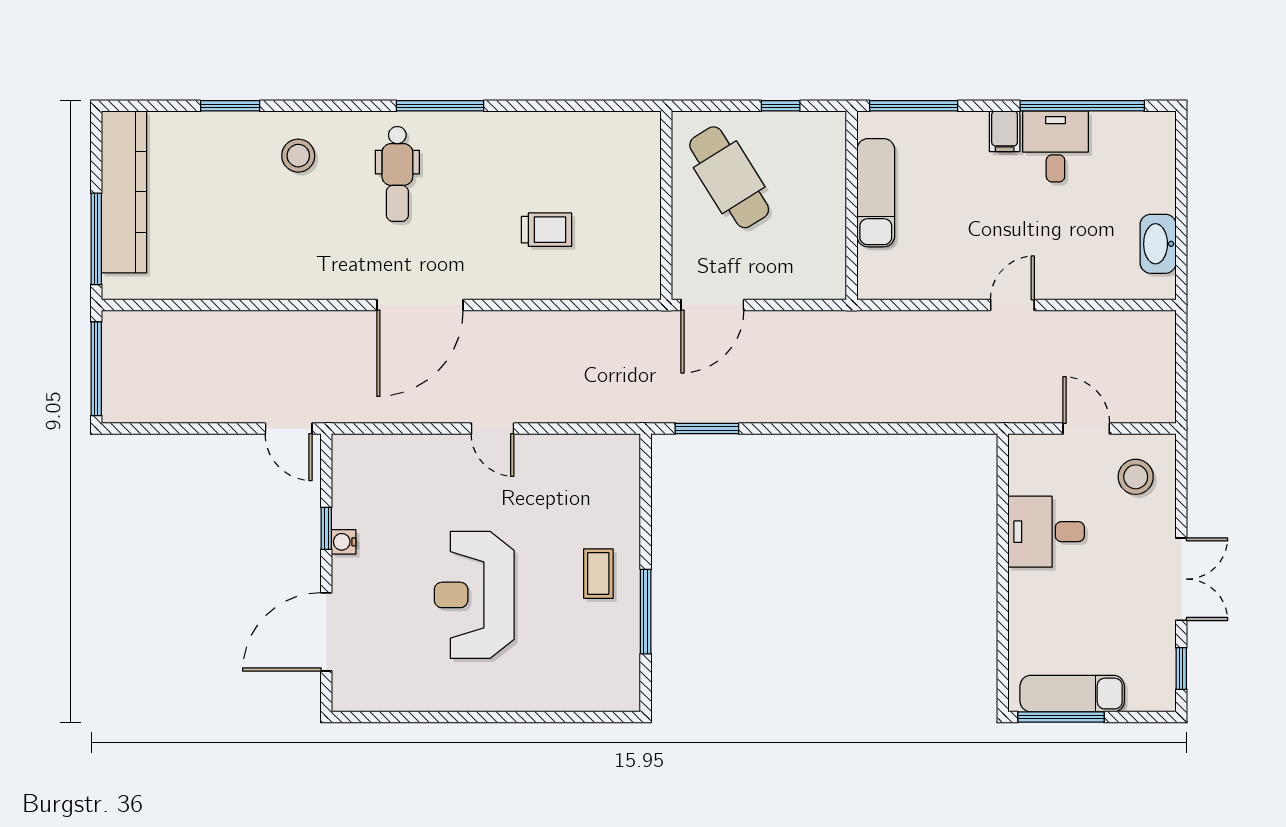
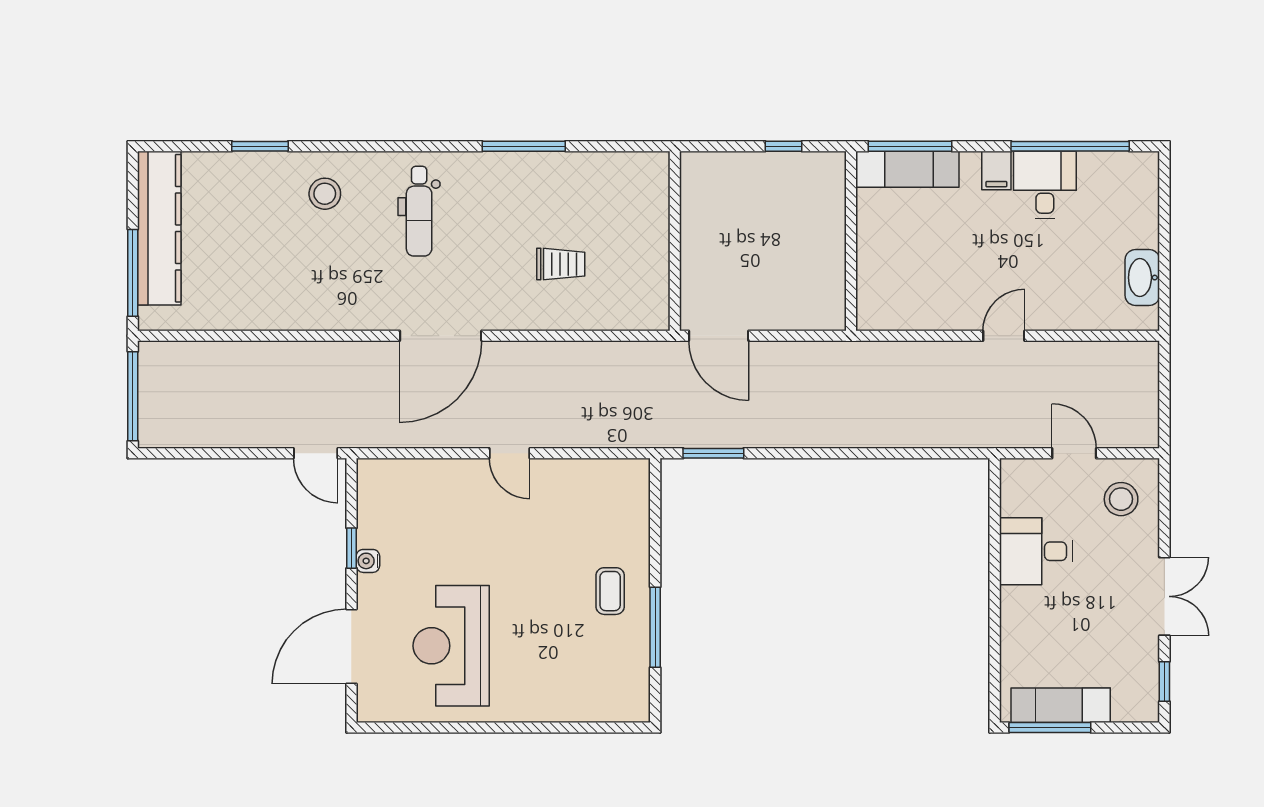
window: (440, 106) -> (524, 146), moved
cafe table: (729, 177) -> (735, 214), removed
exam couch: (876, 193) -> (907, 169), moved, turned 90
door: (712, 305) -> (719, 336), hinge flipped
reception desk: (474, 595) -> (451, 646), moved

